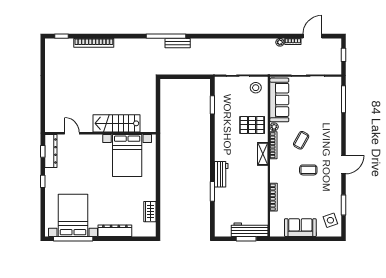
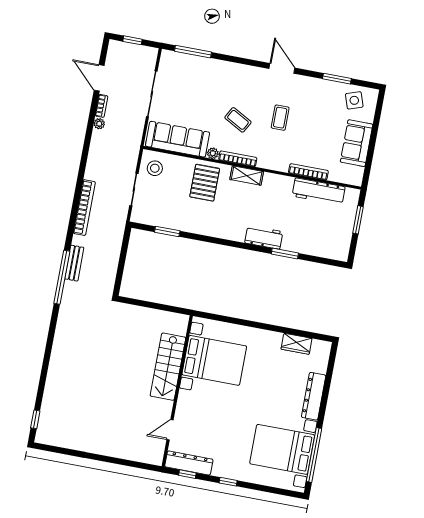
bookcase: (94, 43) -> (84, 208), moved
workbench: (250, 230) -> (319, 191), moved, turned -90

